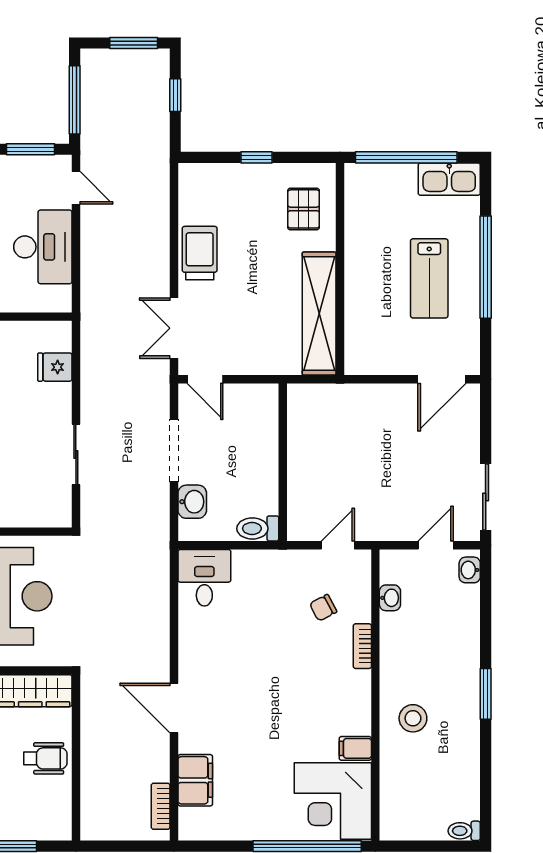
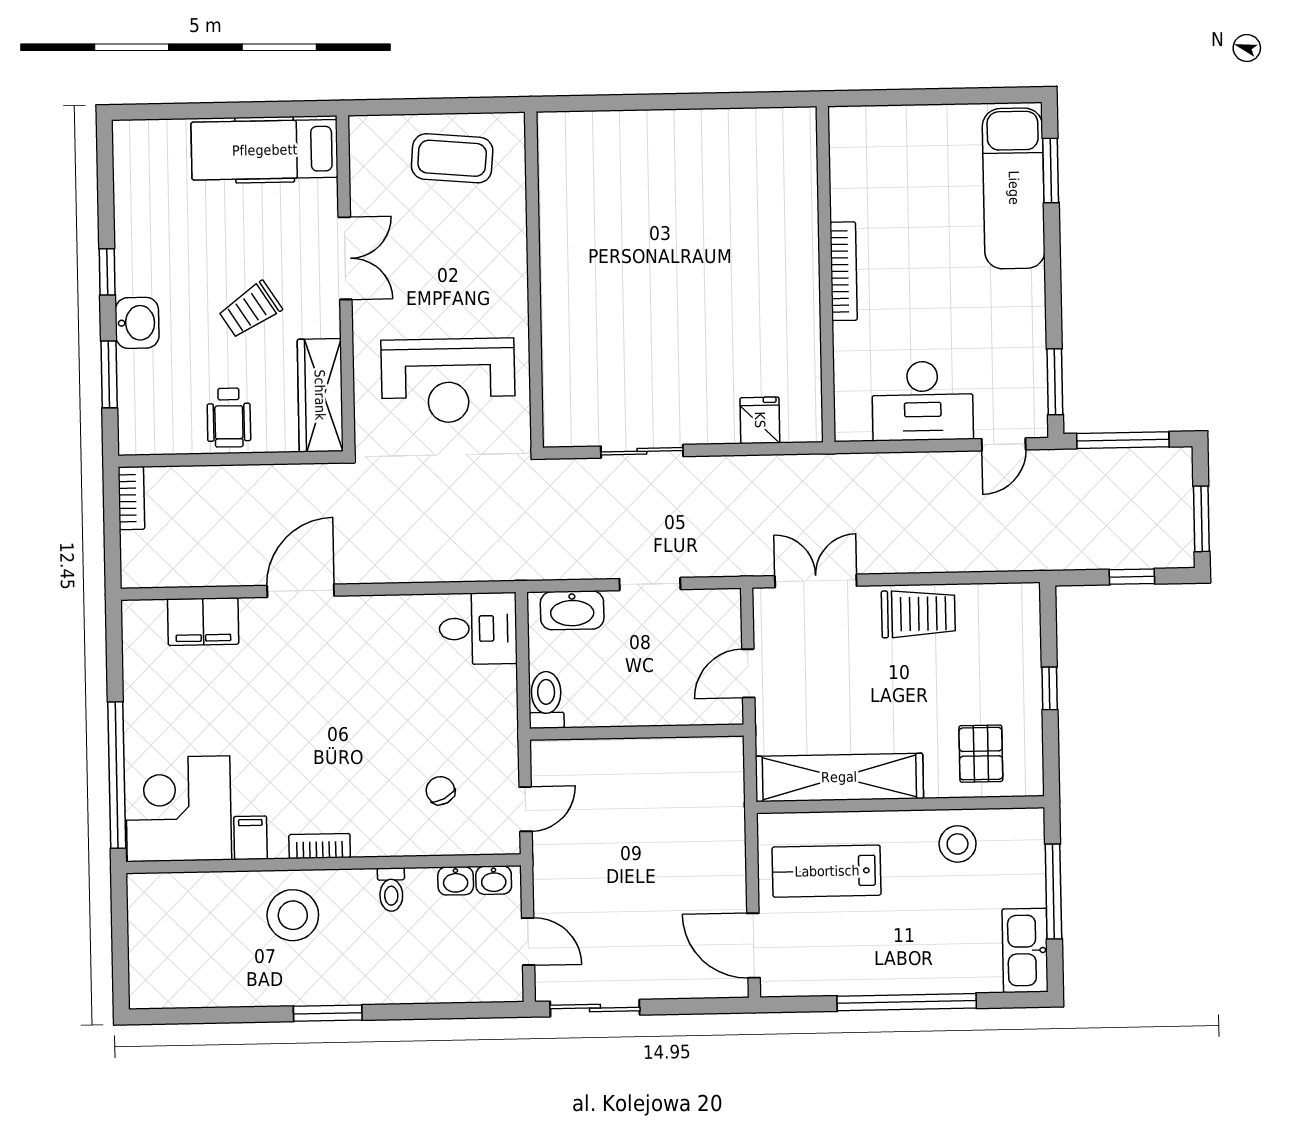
window: (406, 157) -> (1053, 891), width x0.68
pallet: (304, 209) -> (981, 754), turned 90
stool: (370, 227) -> (958, 844), added
lab bench: (429, 278) -> (827, 871), moved
door: (205, 379) -> (748, 673), moved
doorway: (174, 450) -> (650, 584), width x0.73
washbasin: (192, 502) -> (572, 610), width x1.38
door: (338, 545) -> (526, 809), hinge flipped
washbasin: (470, 570) -> (494, 880), moved, turned 180
bookcase: (362, 646) -> (320, 846), moved
stool: (413, 718) -> (293, 915), width x1.38, depth x1.38
bookcase: (161, 806) -> (131, 498), moved, turned 90
toilet: (464, 831) -> (391, 890), moved, turned 180

